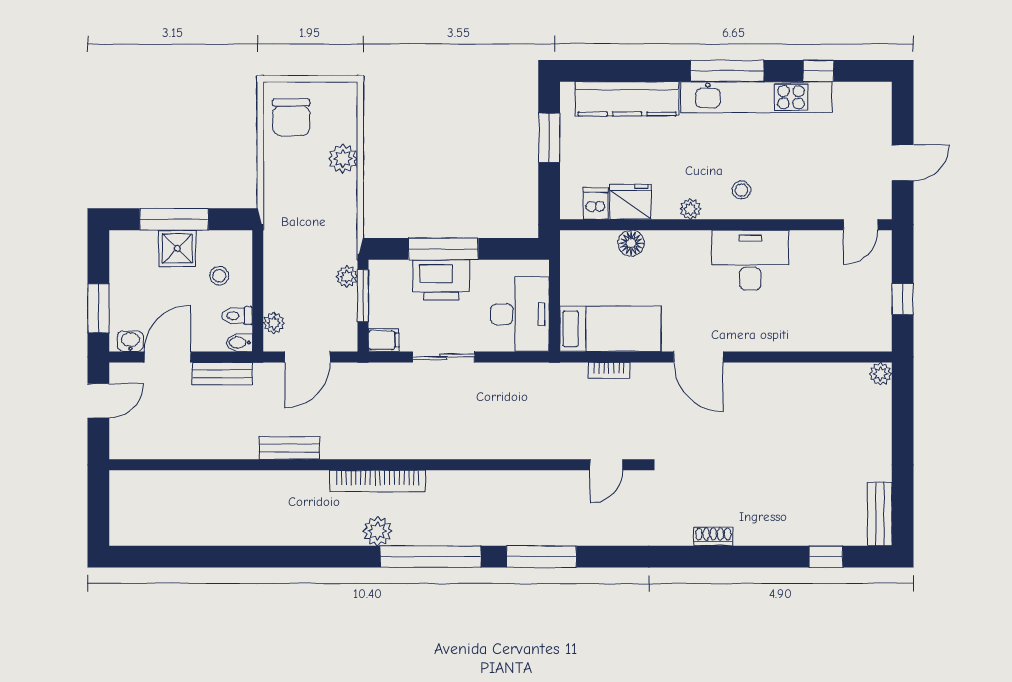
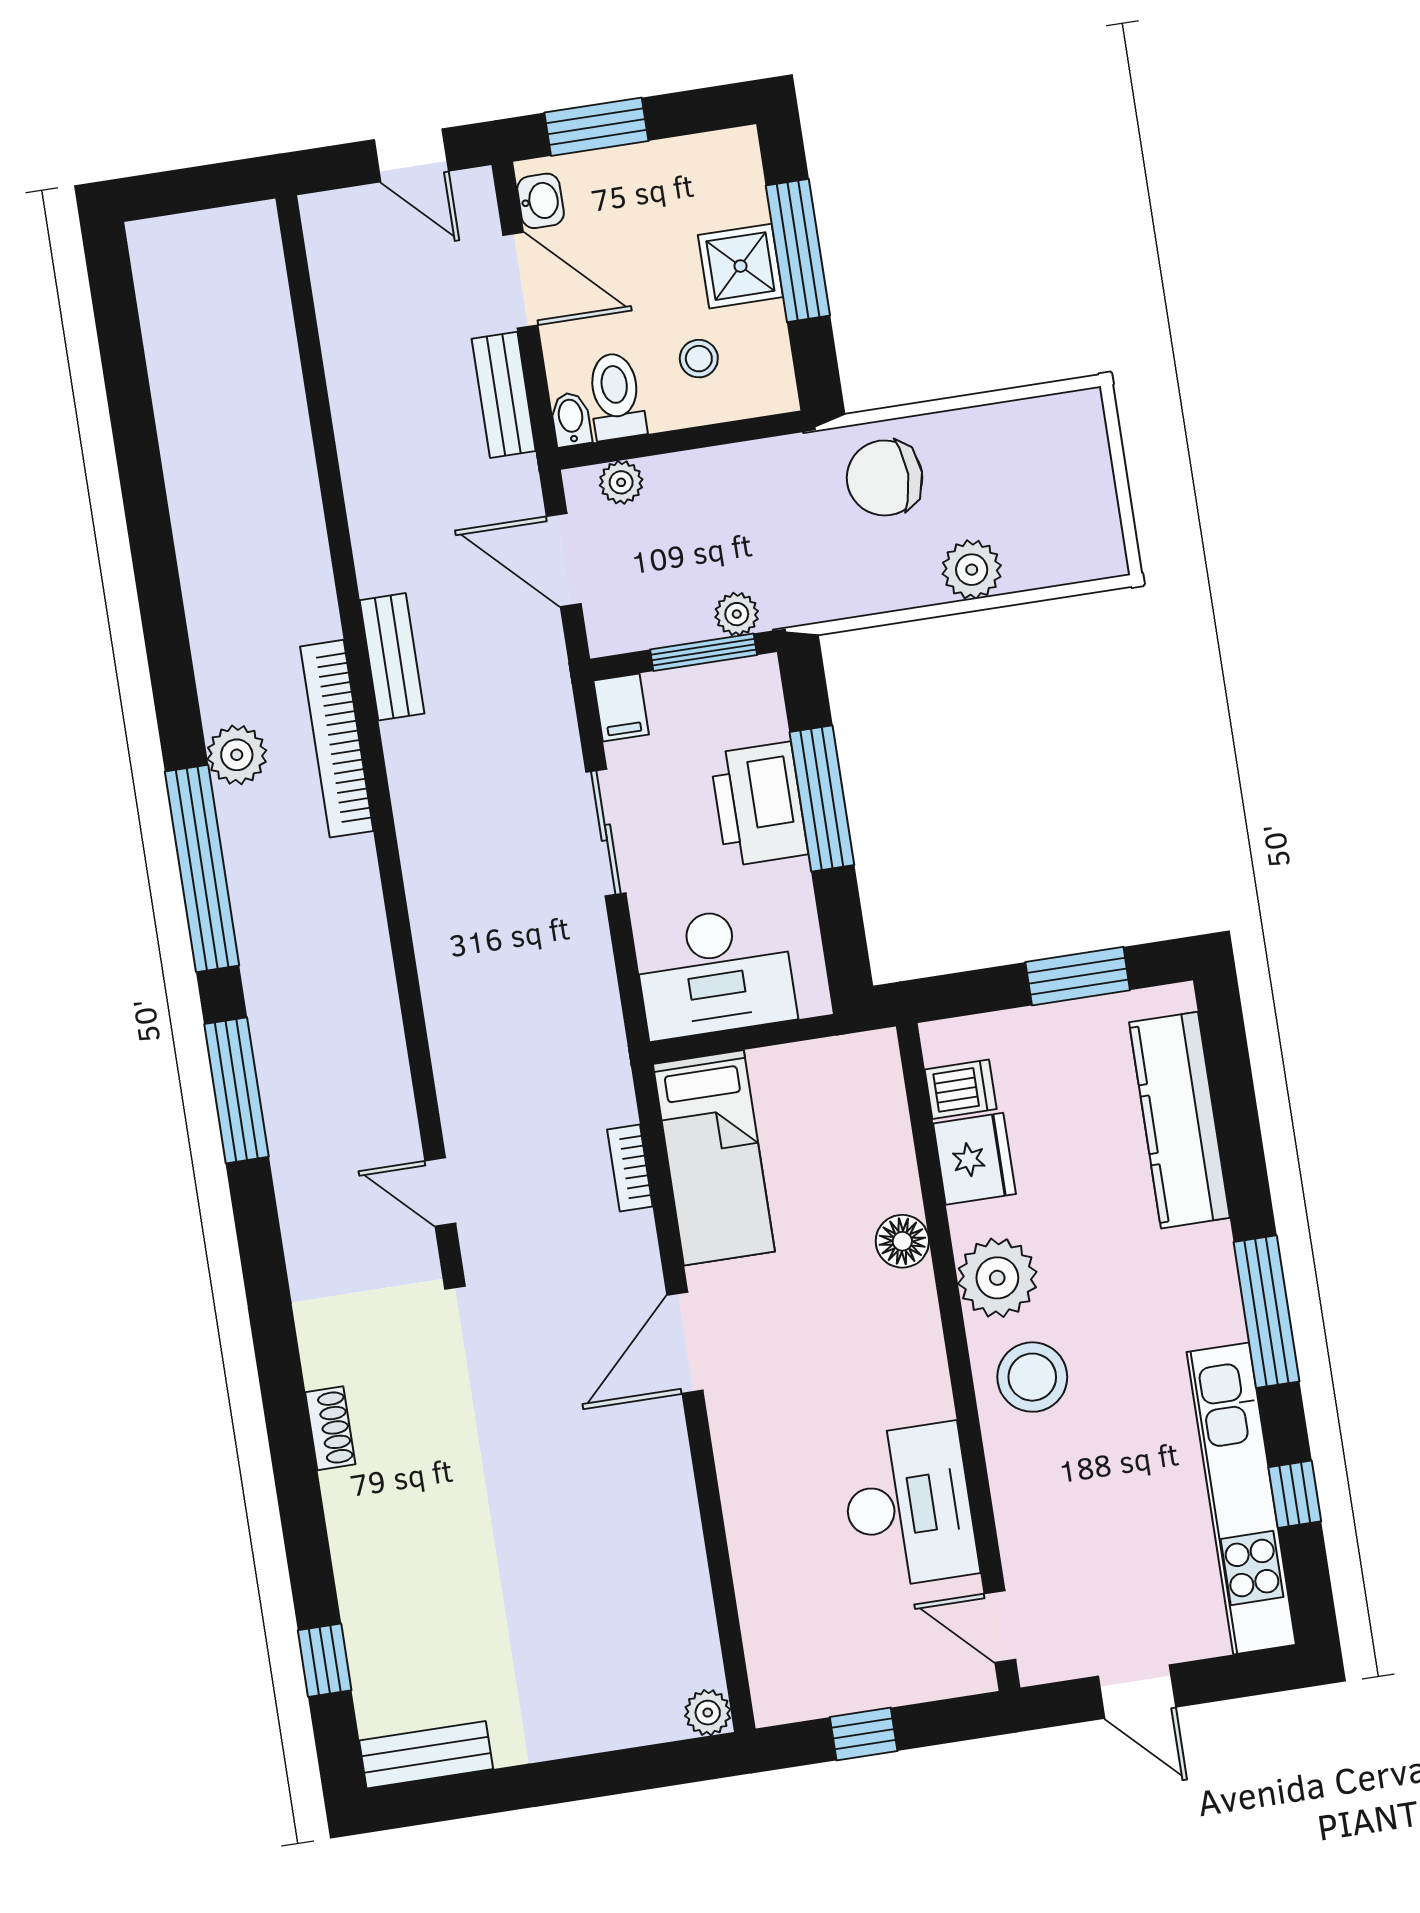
kitchen unit: (756, 97) -> (1241, 1498), moved
chair: (291, 117) -> (885, 478), moved
stool: (741, 190) -> (1032, 1377), width x1.89, depth x1.89
plant: (690, 209) -> (997, 1278), width x1.87, depth x1.87
floor lamp: (631, 243) -> (902, 1241), moved
desk: (750, 260) -> (908, 1506), moved
toilet: (237, 316) -> (616, 396), width x1.37, depth x1.39
bench: (290, 448) -> (392, 657), moved

